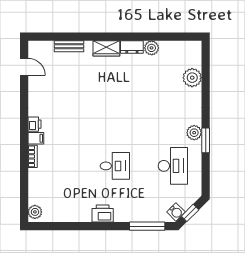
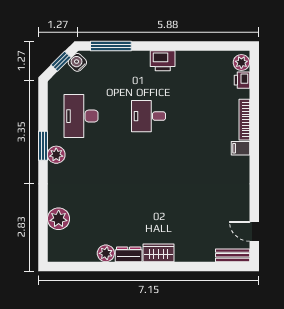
bench: (69, 46) -> (233, 255), moved
printer: (35, 124) -> (242, 80), moved
bookcase: (33, 156) -> (244, 120), width x1.56

